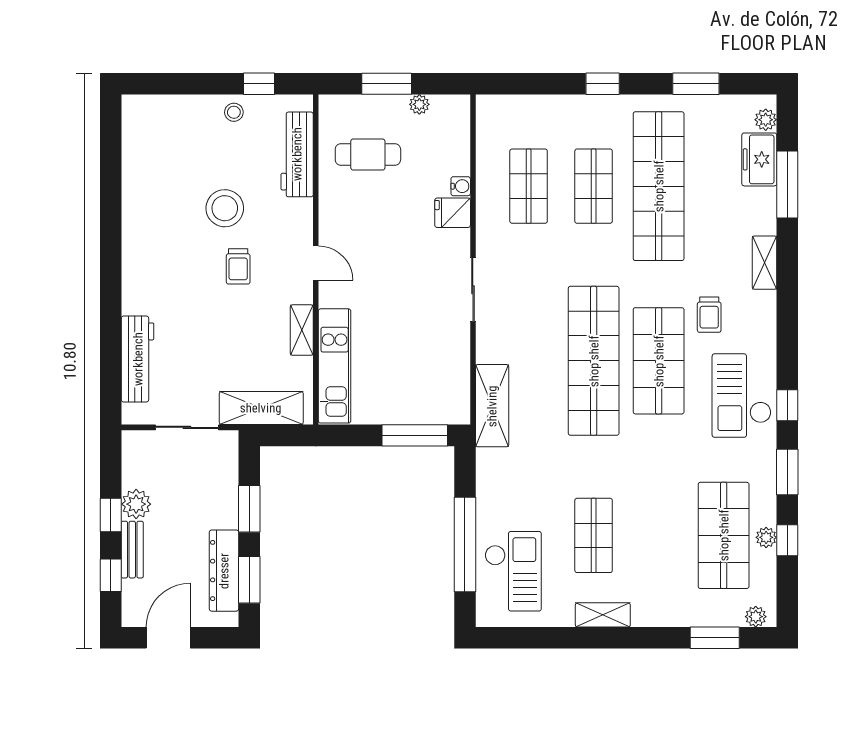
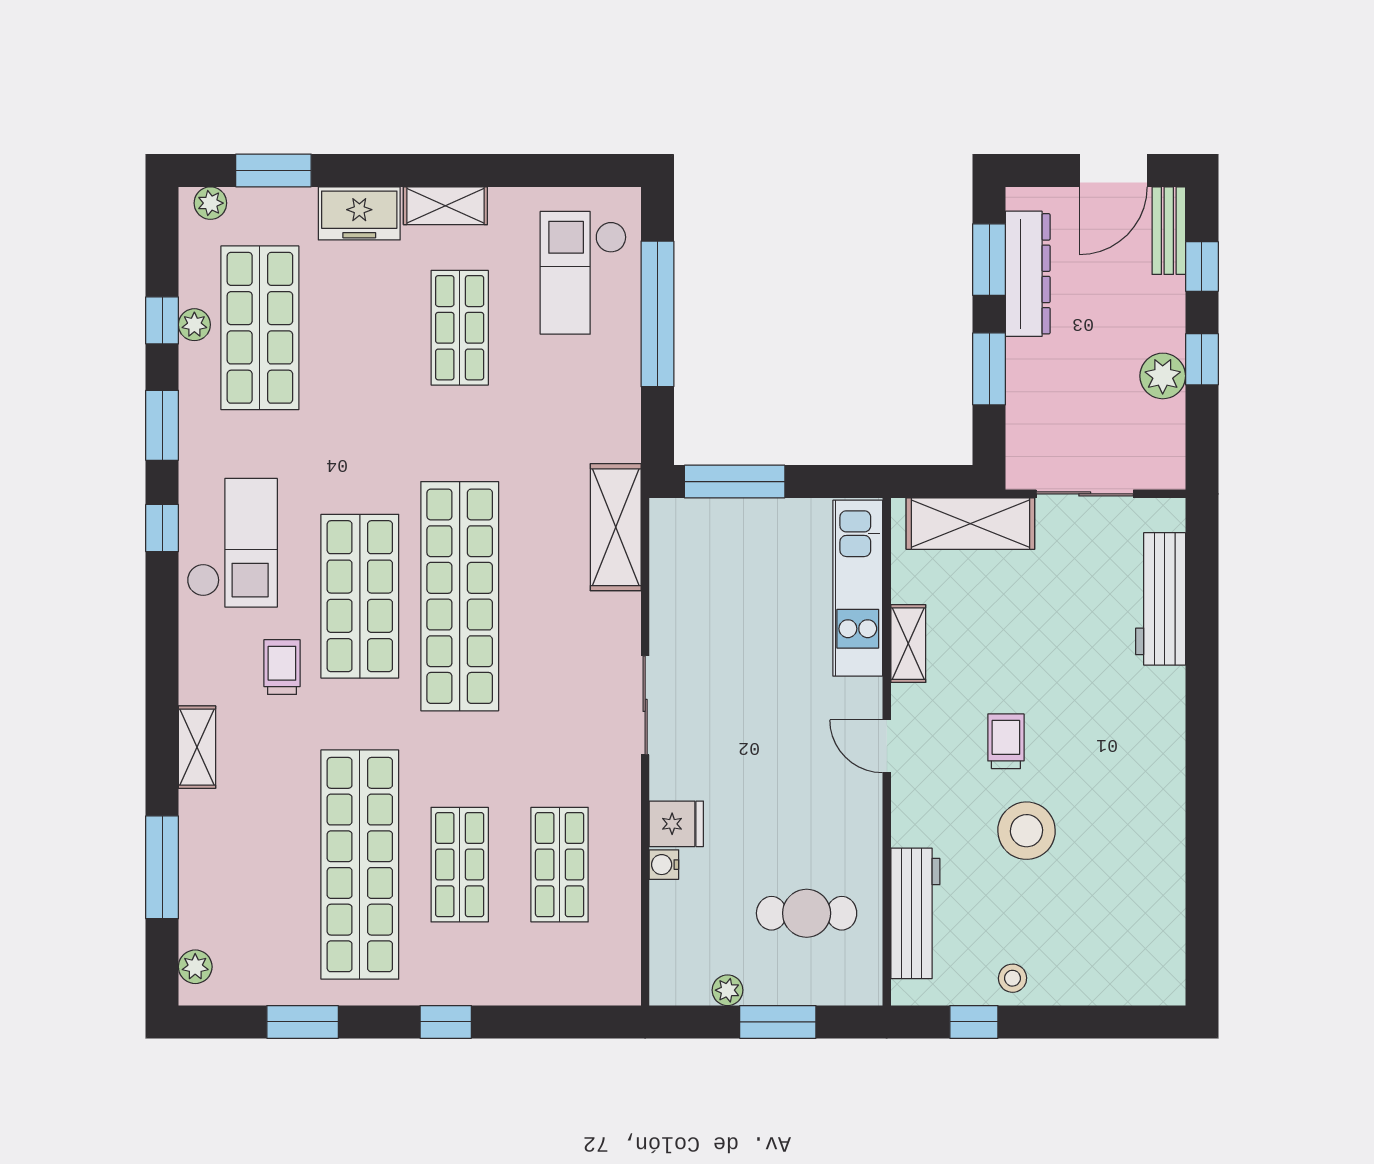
freezer: (759, 159) -> (359, 213), moved, turned 90
bench: (132, 550) -> (1169, 231), moved

